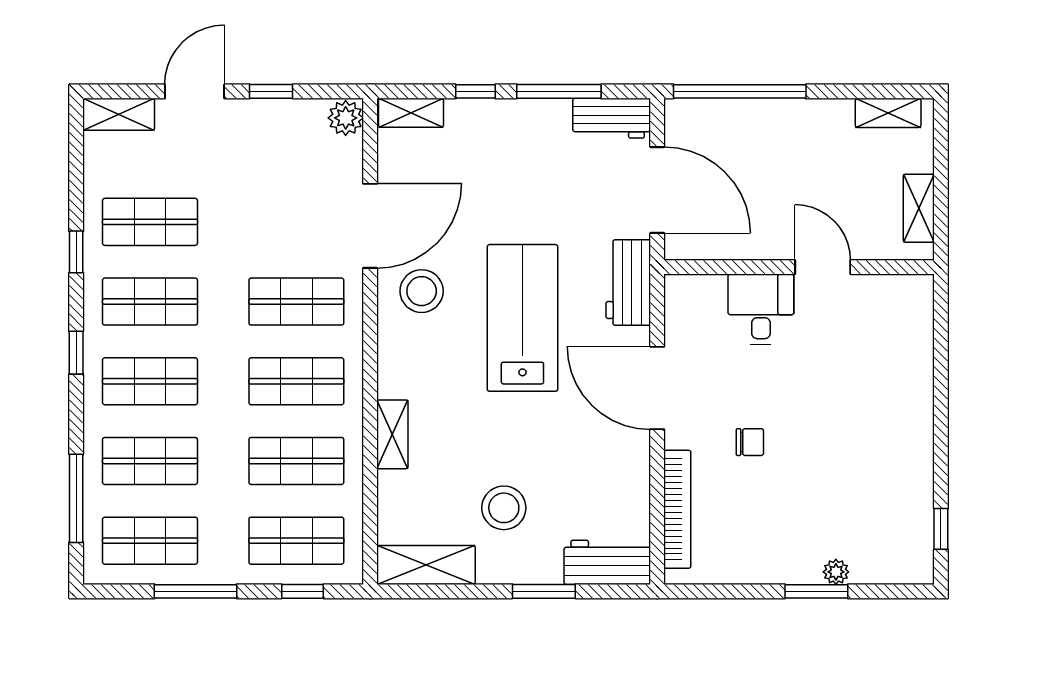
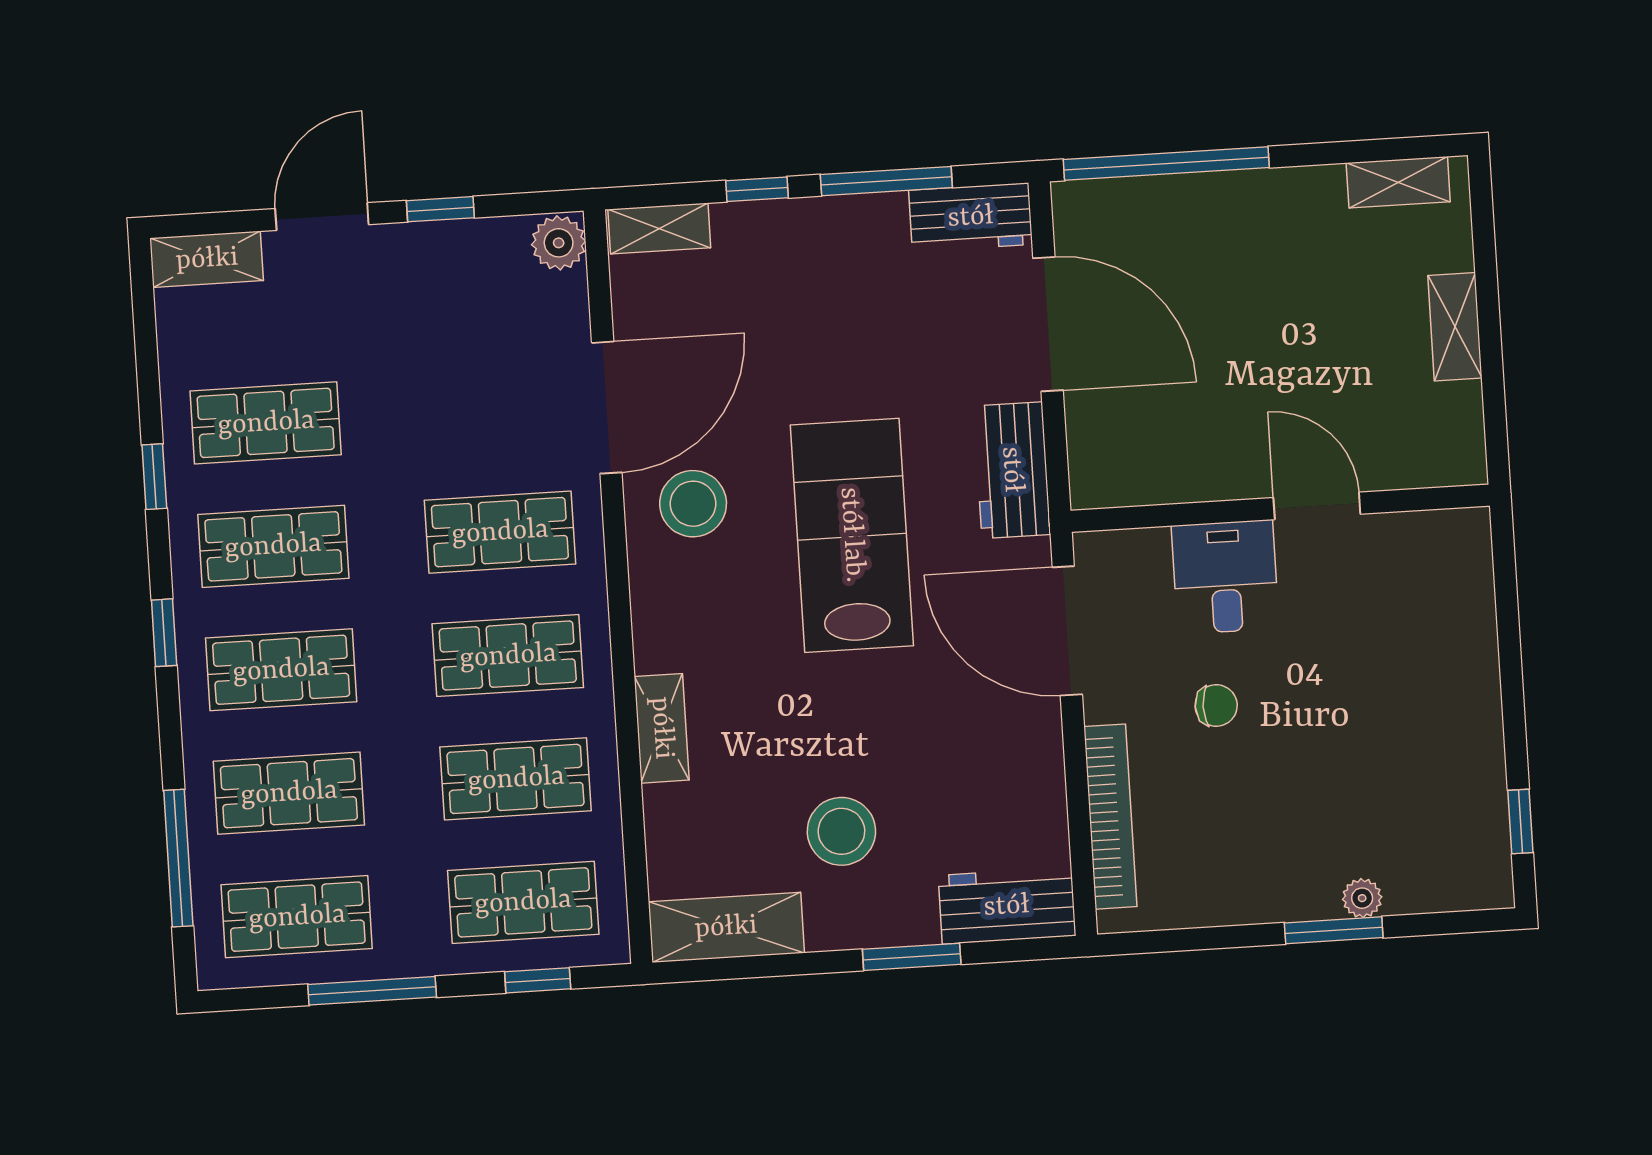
wall: (799, 267) -> (1280, 508), moved
door: (823, 267) -> (1317, 506), moved
desk: (761, 309) -> (1225, 577), moved

